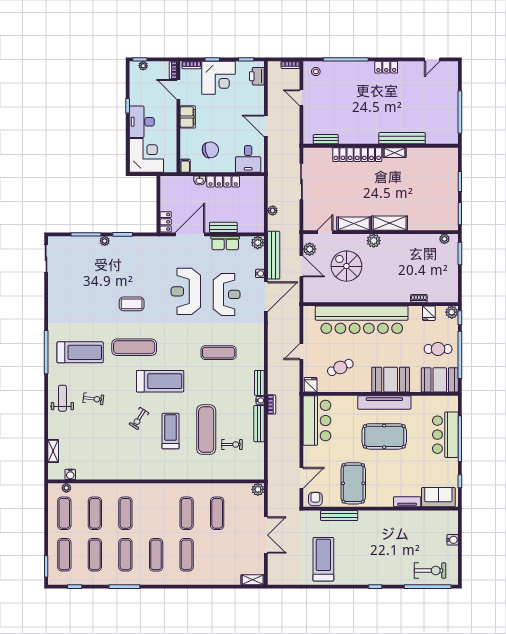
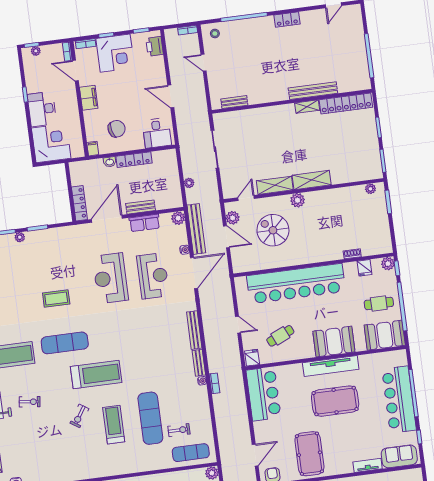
locker: (357, 155) -> (346, 104), moved
locker: (166, 222) -> (79, 203), width x1.53
door: (301, 352) -> (238, 325), swing flipped
exercise mat: (219, 353) -> (191, 453), moved
bench: (259, 424) -> (194, 330), moved
bar counter: (445, 435) -> (399, 400), width x1.36

